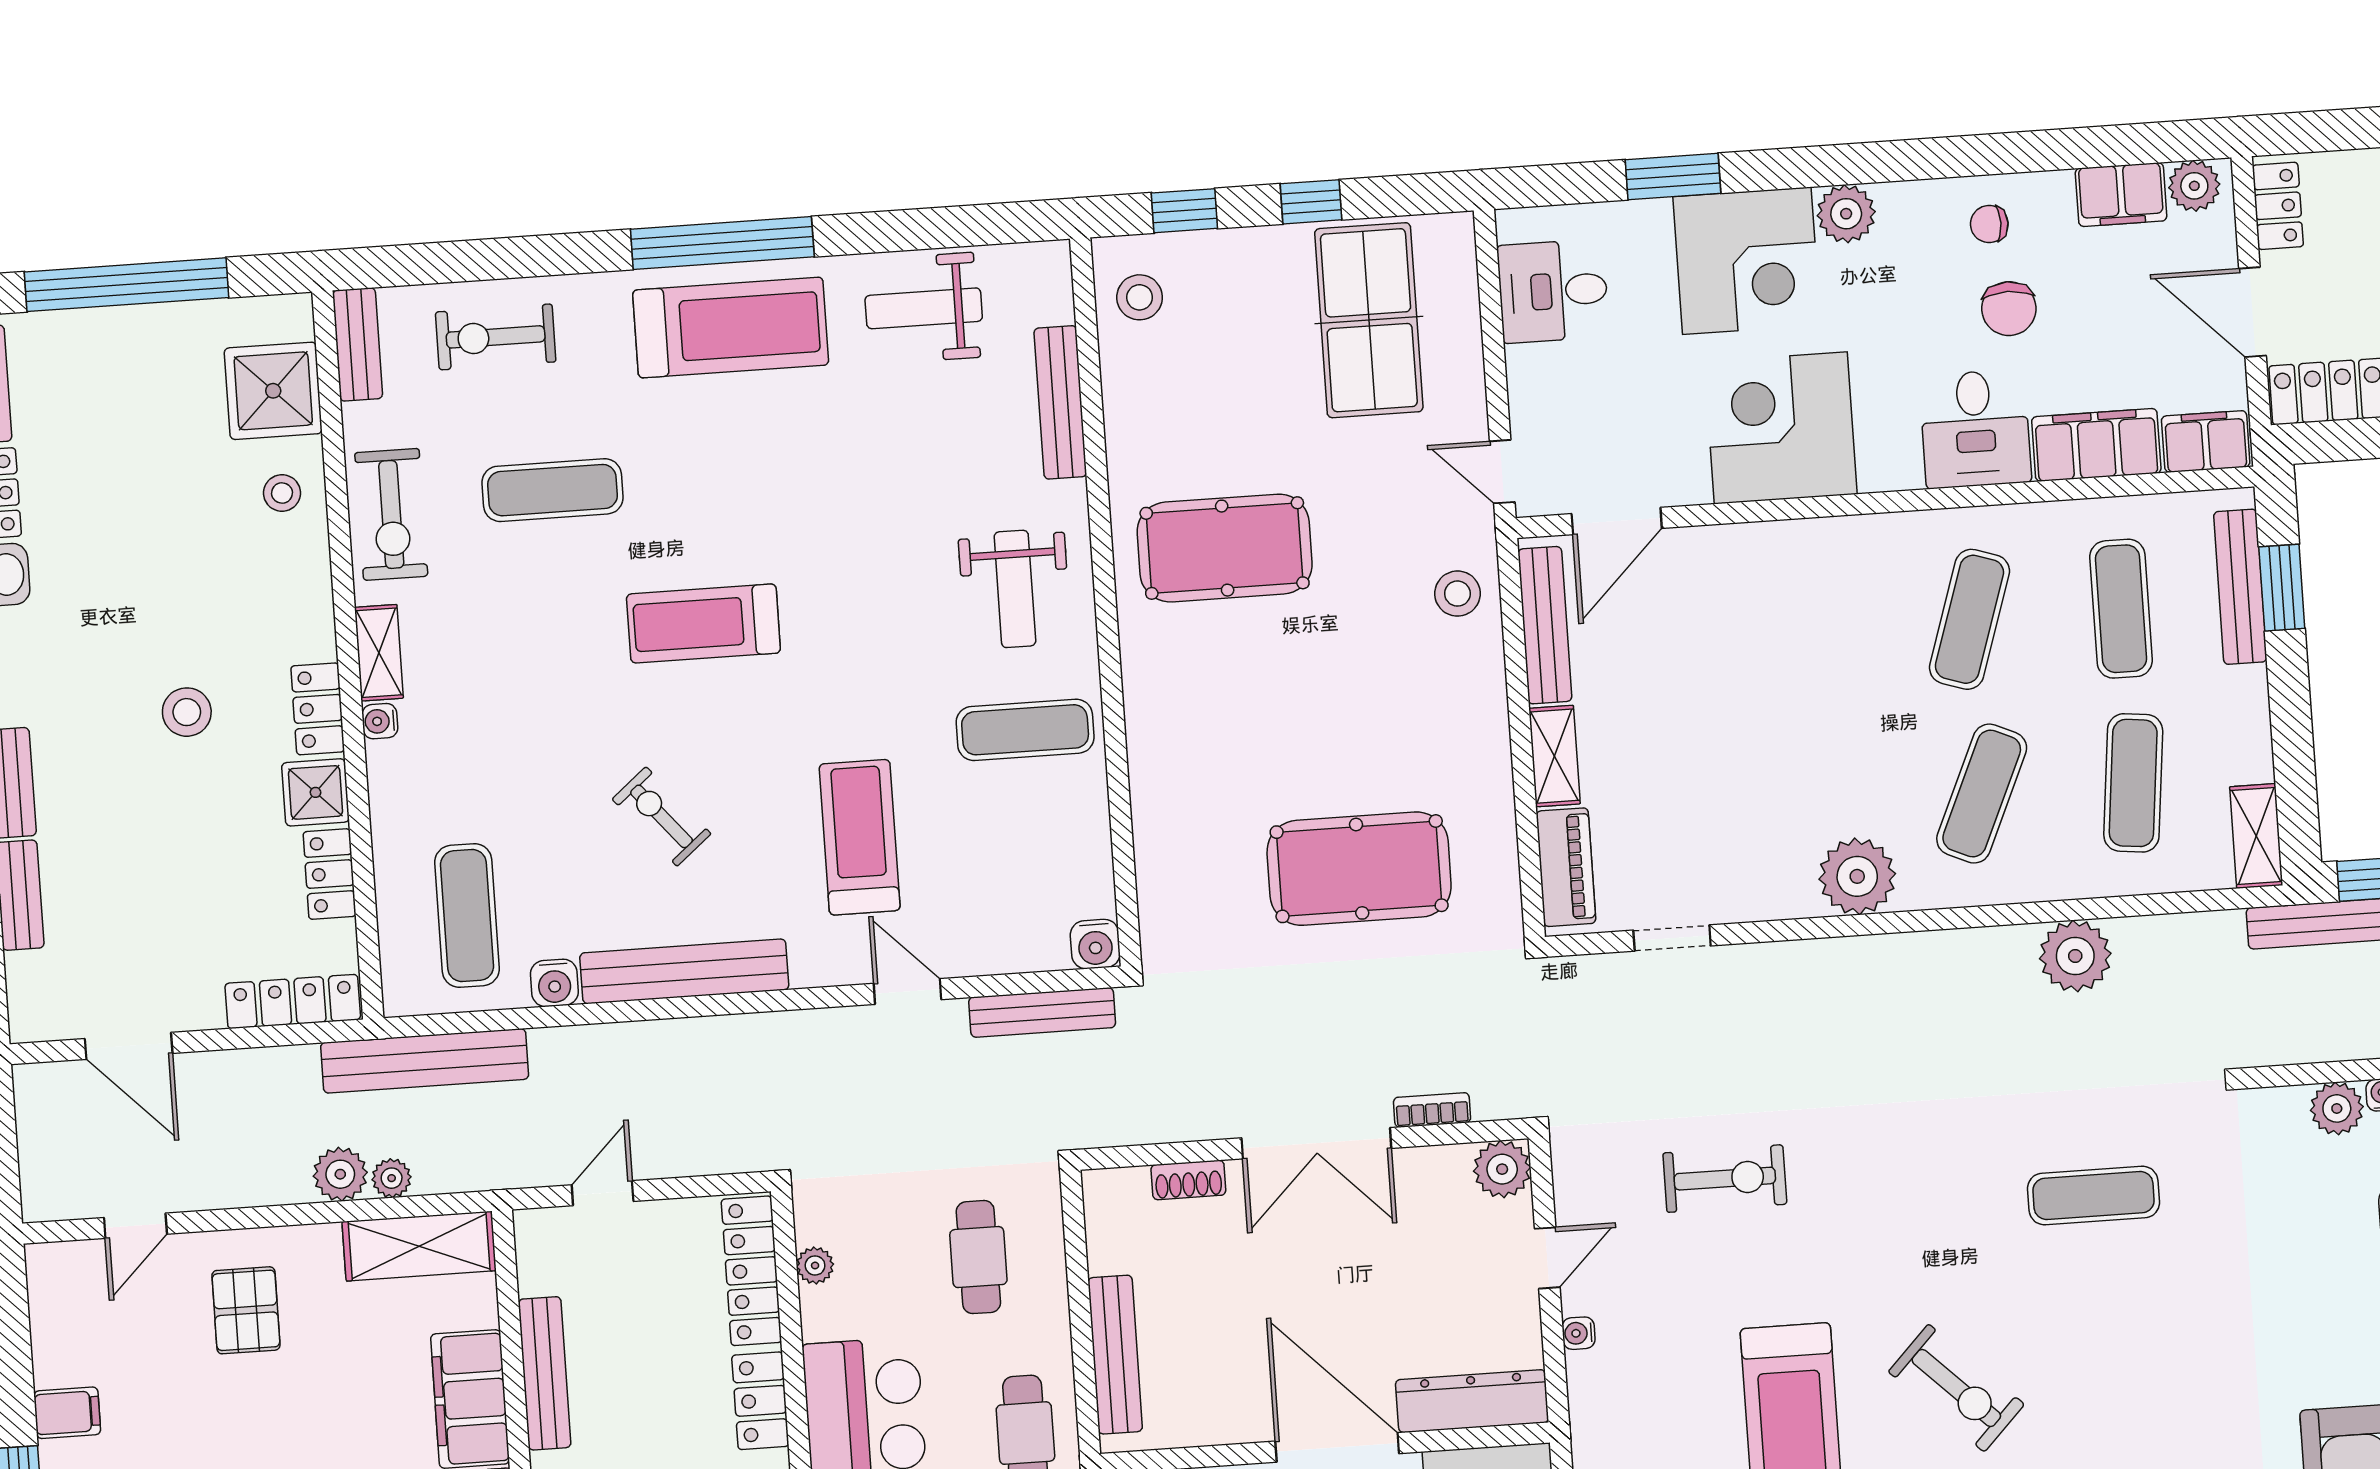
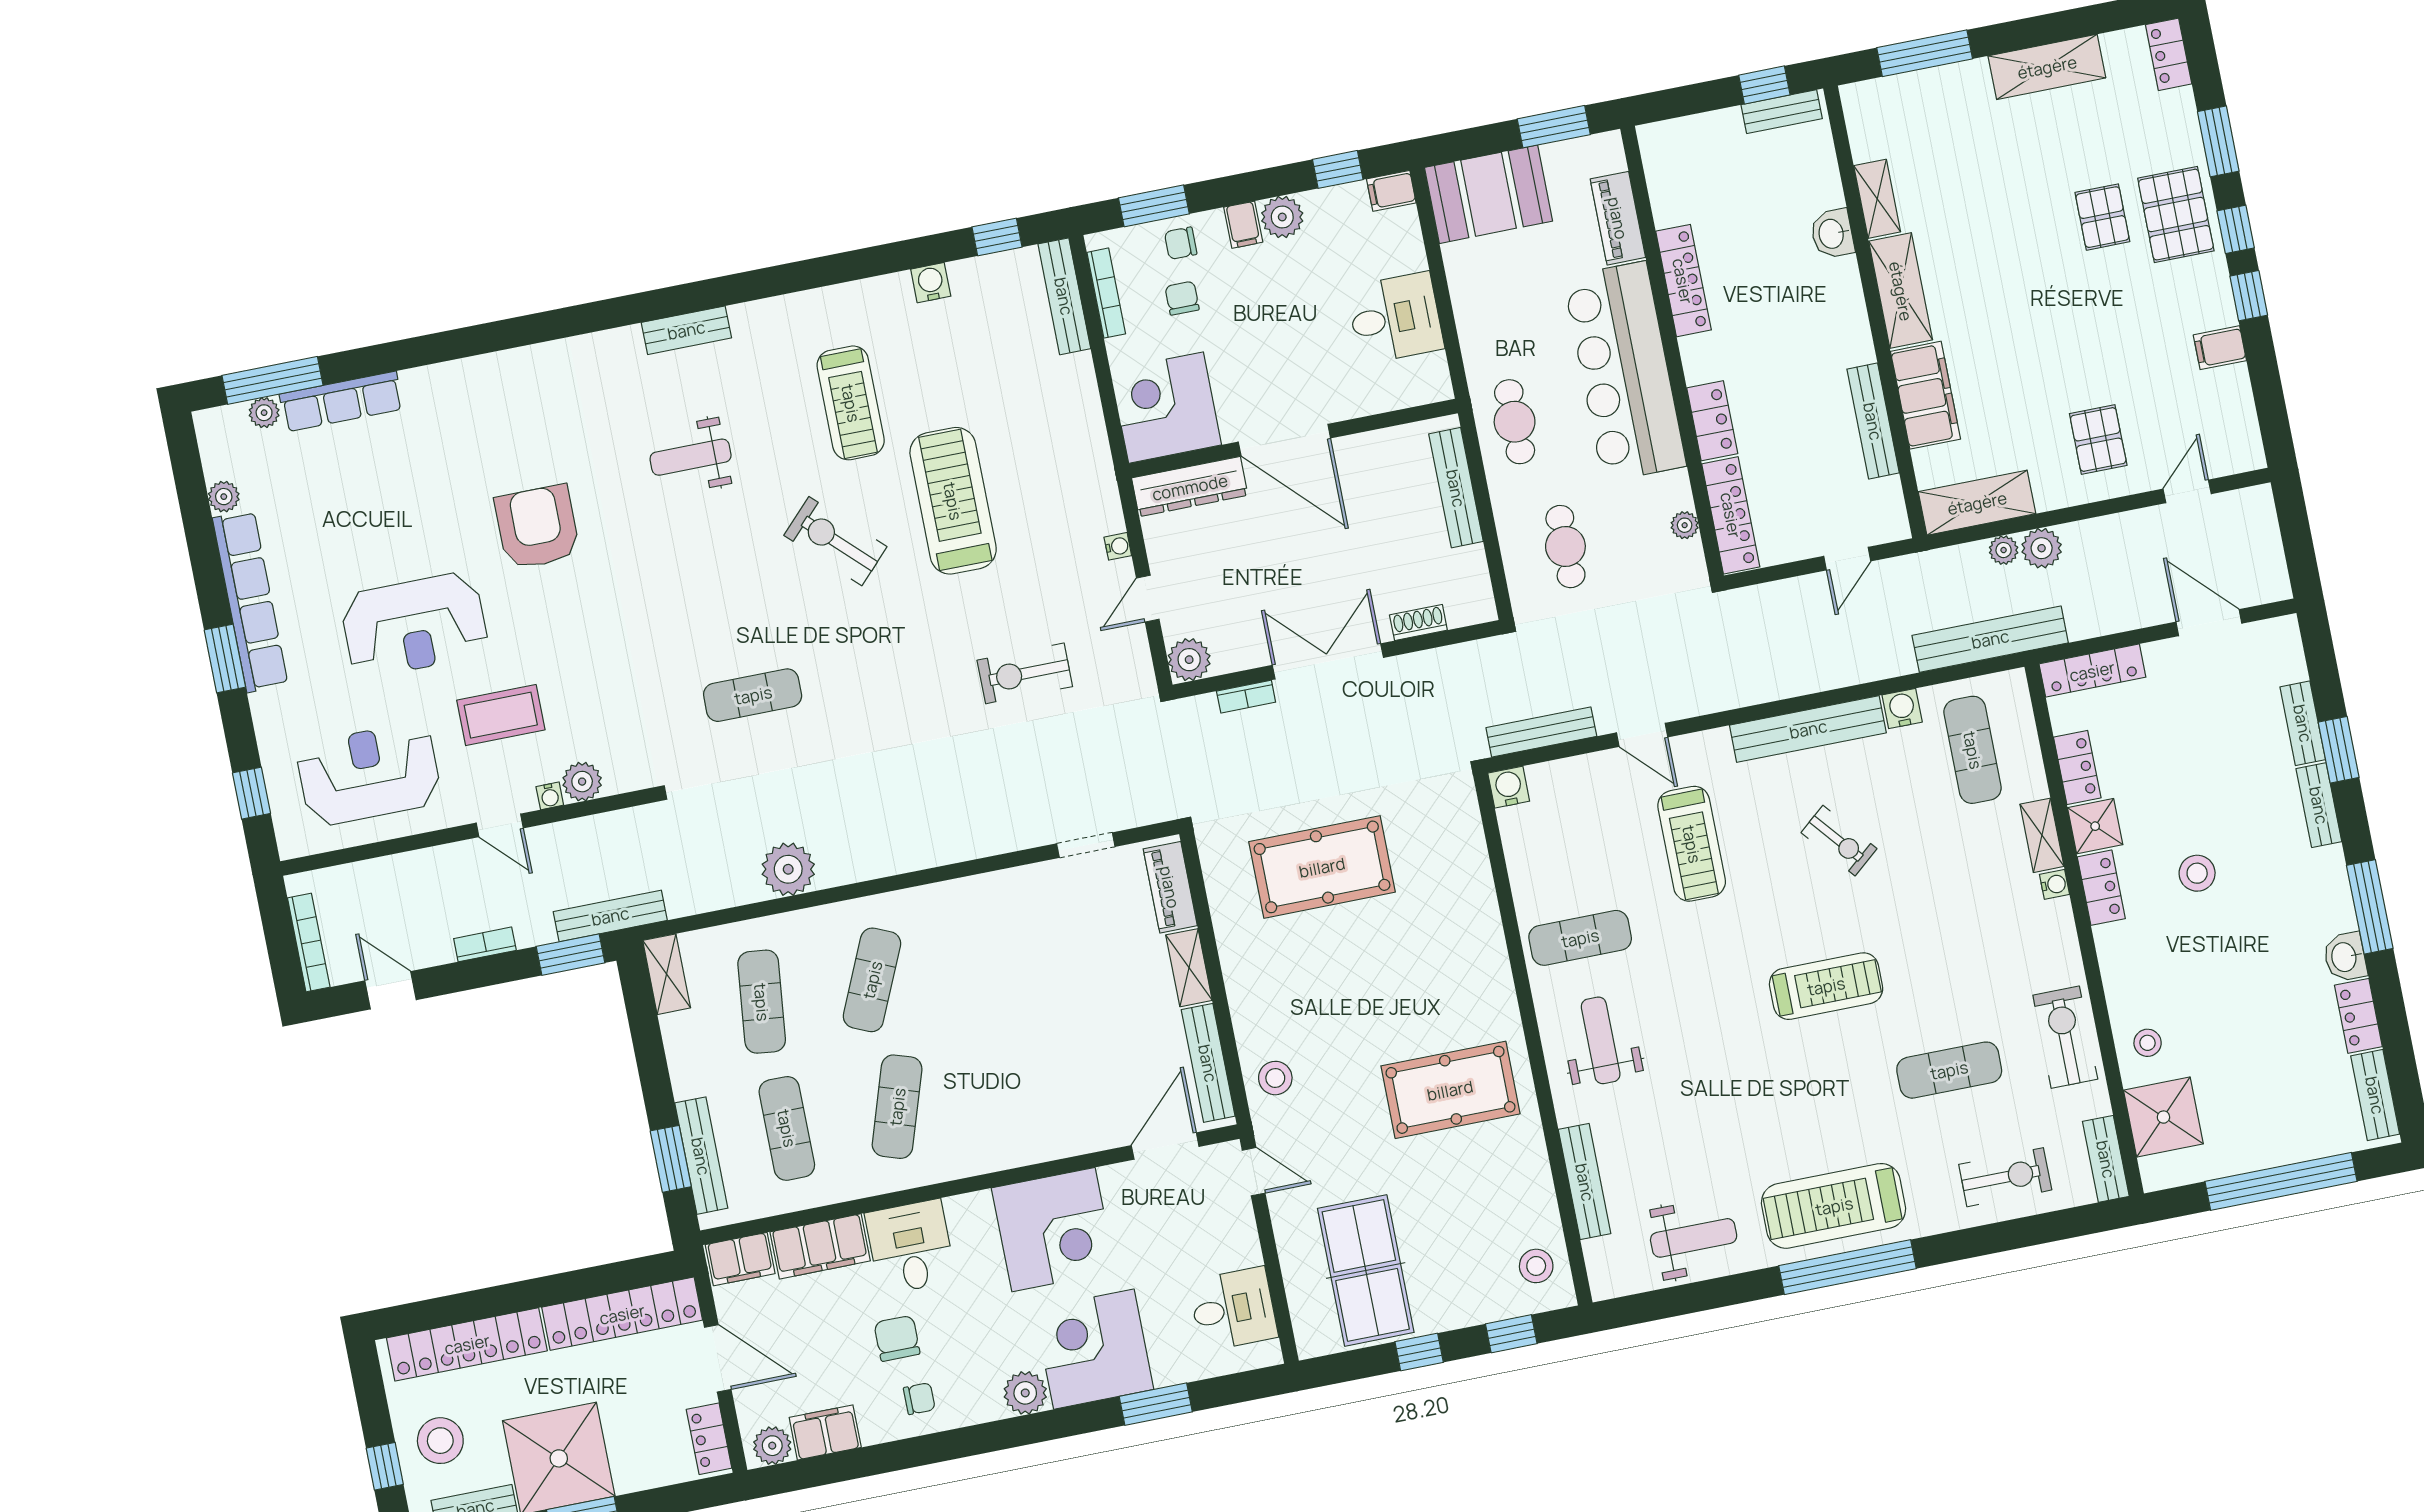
shelving: (379, 653) -> (2042, 835), moved
plant: (1857, 876) -> (956, 907), removed

